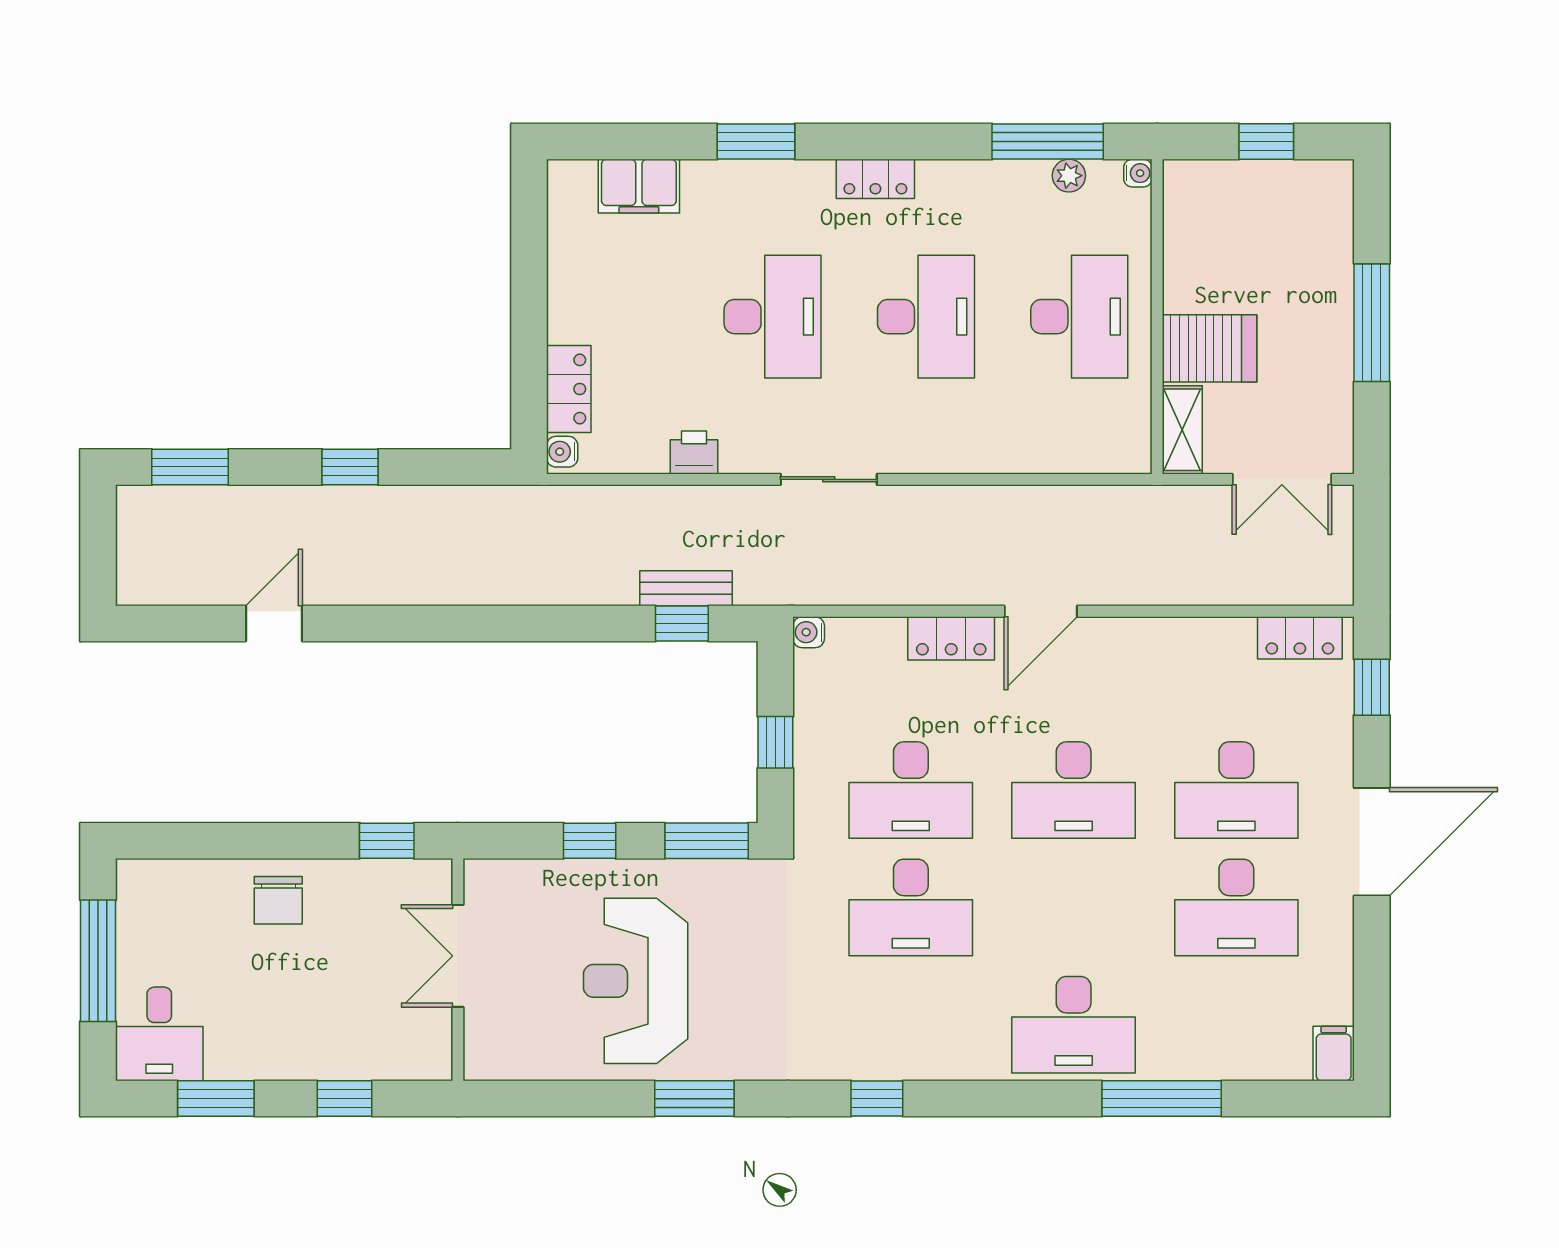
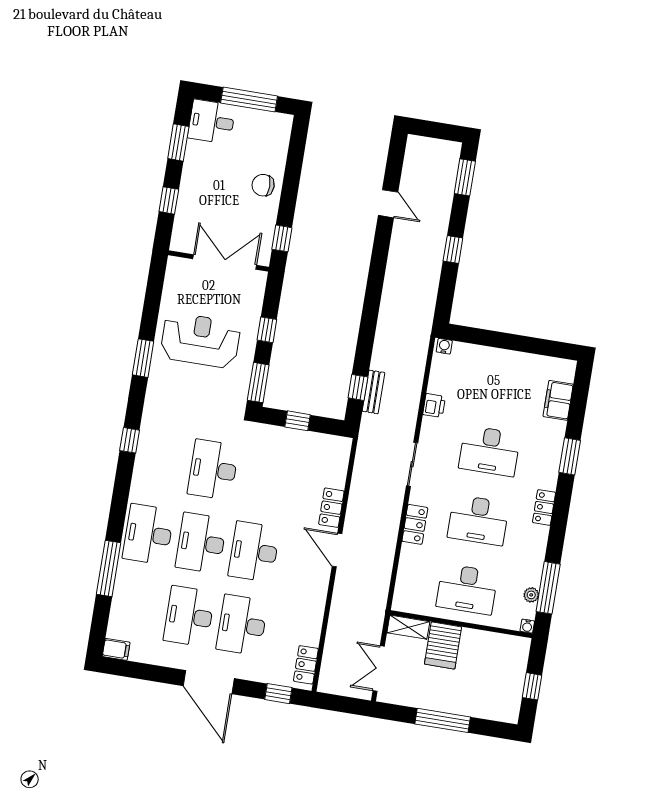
locker: (569, 389) -> (415, 524), moved, turned -90
water cooler: (809, 632) -> (345, 444), removed
desk: (911, 790) -> (201, 543), moved
double door: (458, 956) -> (225, 262), width x1.37

